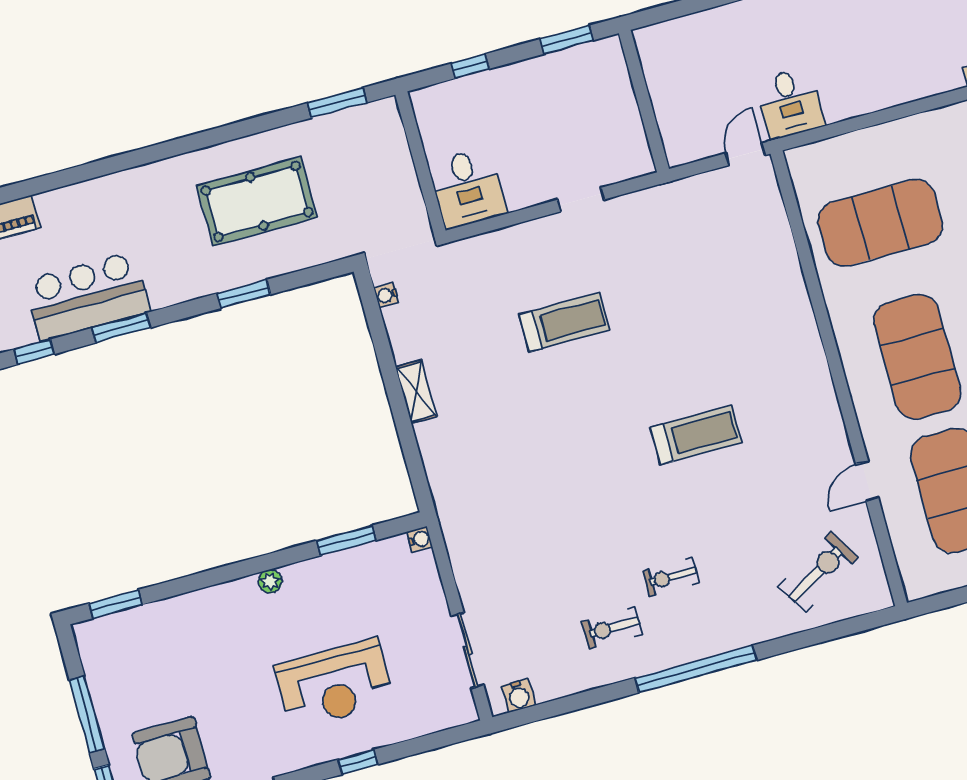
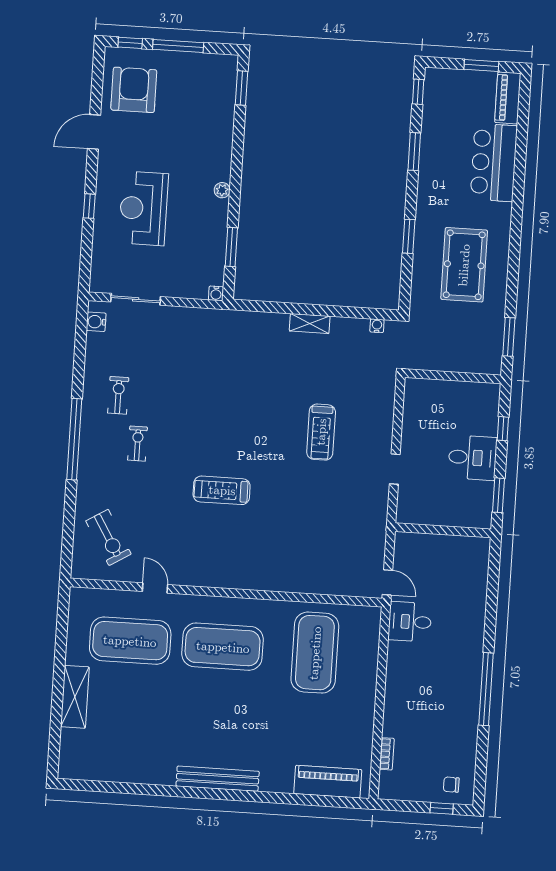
desk: (468, 188) -> (472, 458), moved, turned 180
bar counter: (87, 296) -> (494, 162), moved, turned 180
treadmill: (696, 435) -> (222, 490), turned 90

